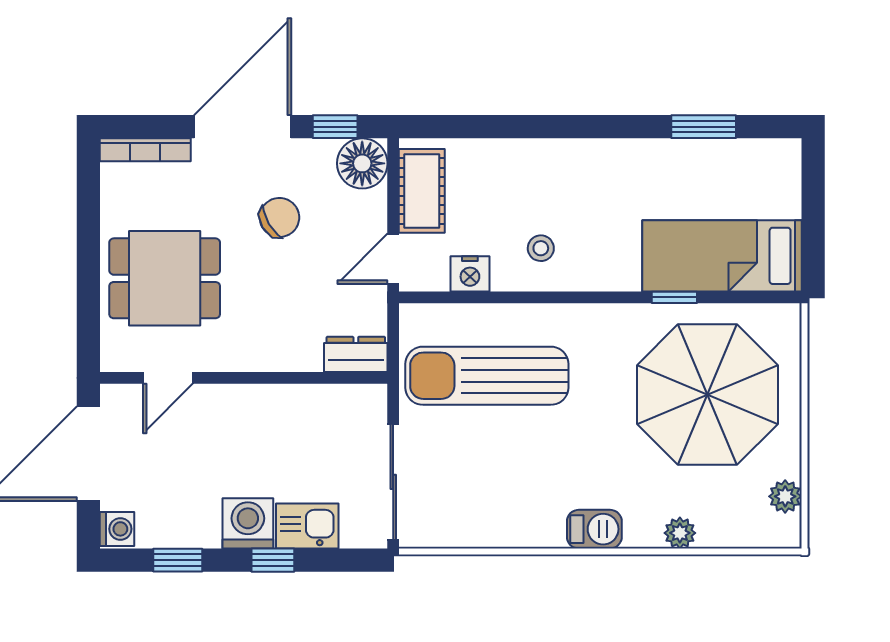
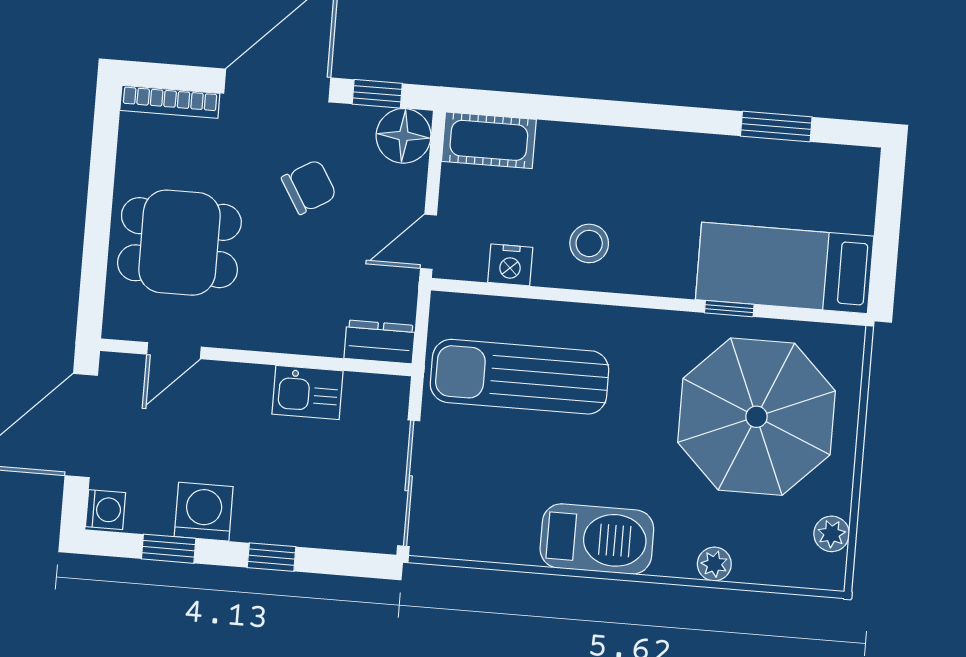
cot: (422, 191) -> (489, 140), moved, turned 90
stool: (541, 248) -> (589, 243), width x1.37, depth x1.37
washing machine: (248, 523) -> (204, 512), moved
kitchen sink: (307, 526) -> (308, 393), moved, turned 180
barbecue: (594, 529) -> (597, 539), width x1.88, depth x1.53

